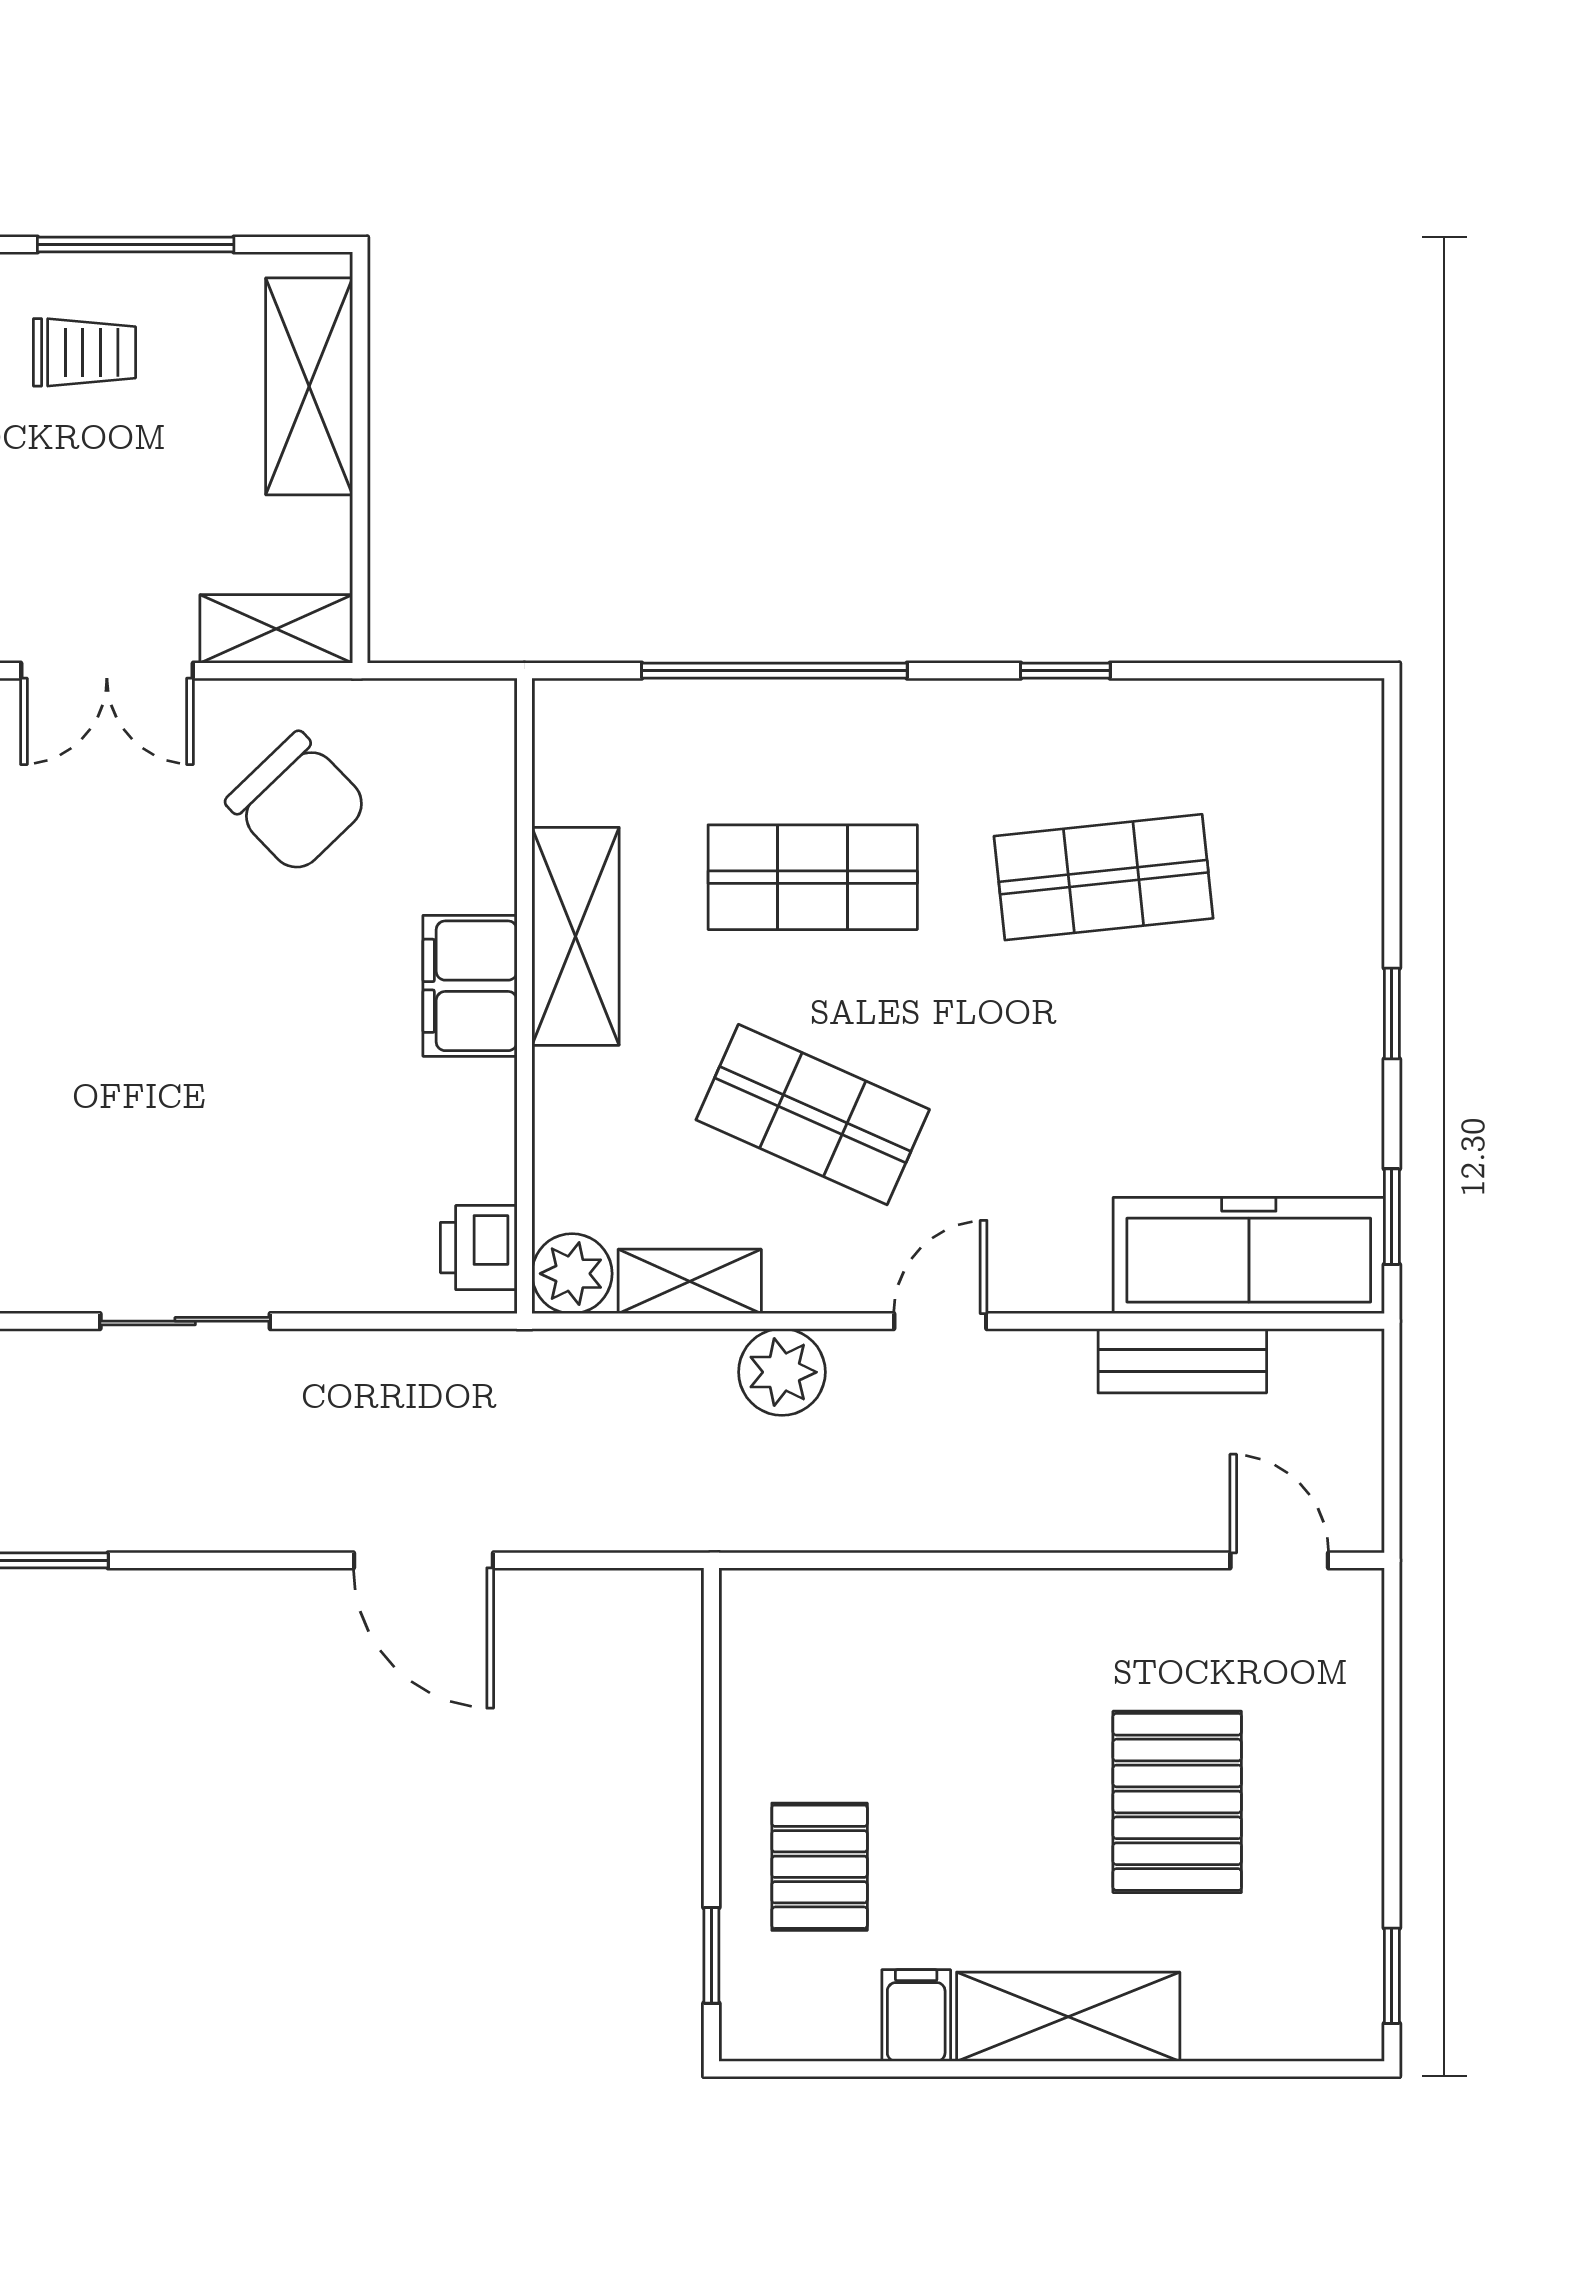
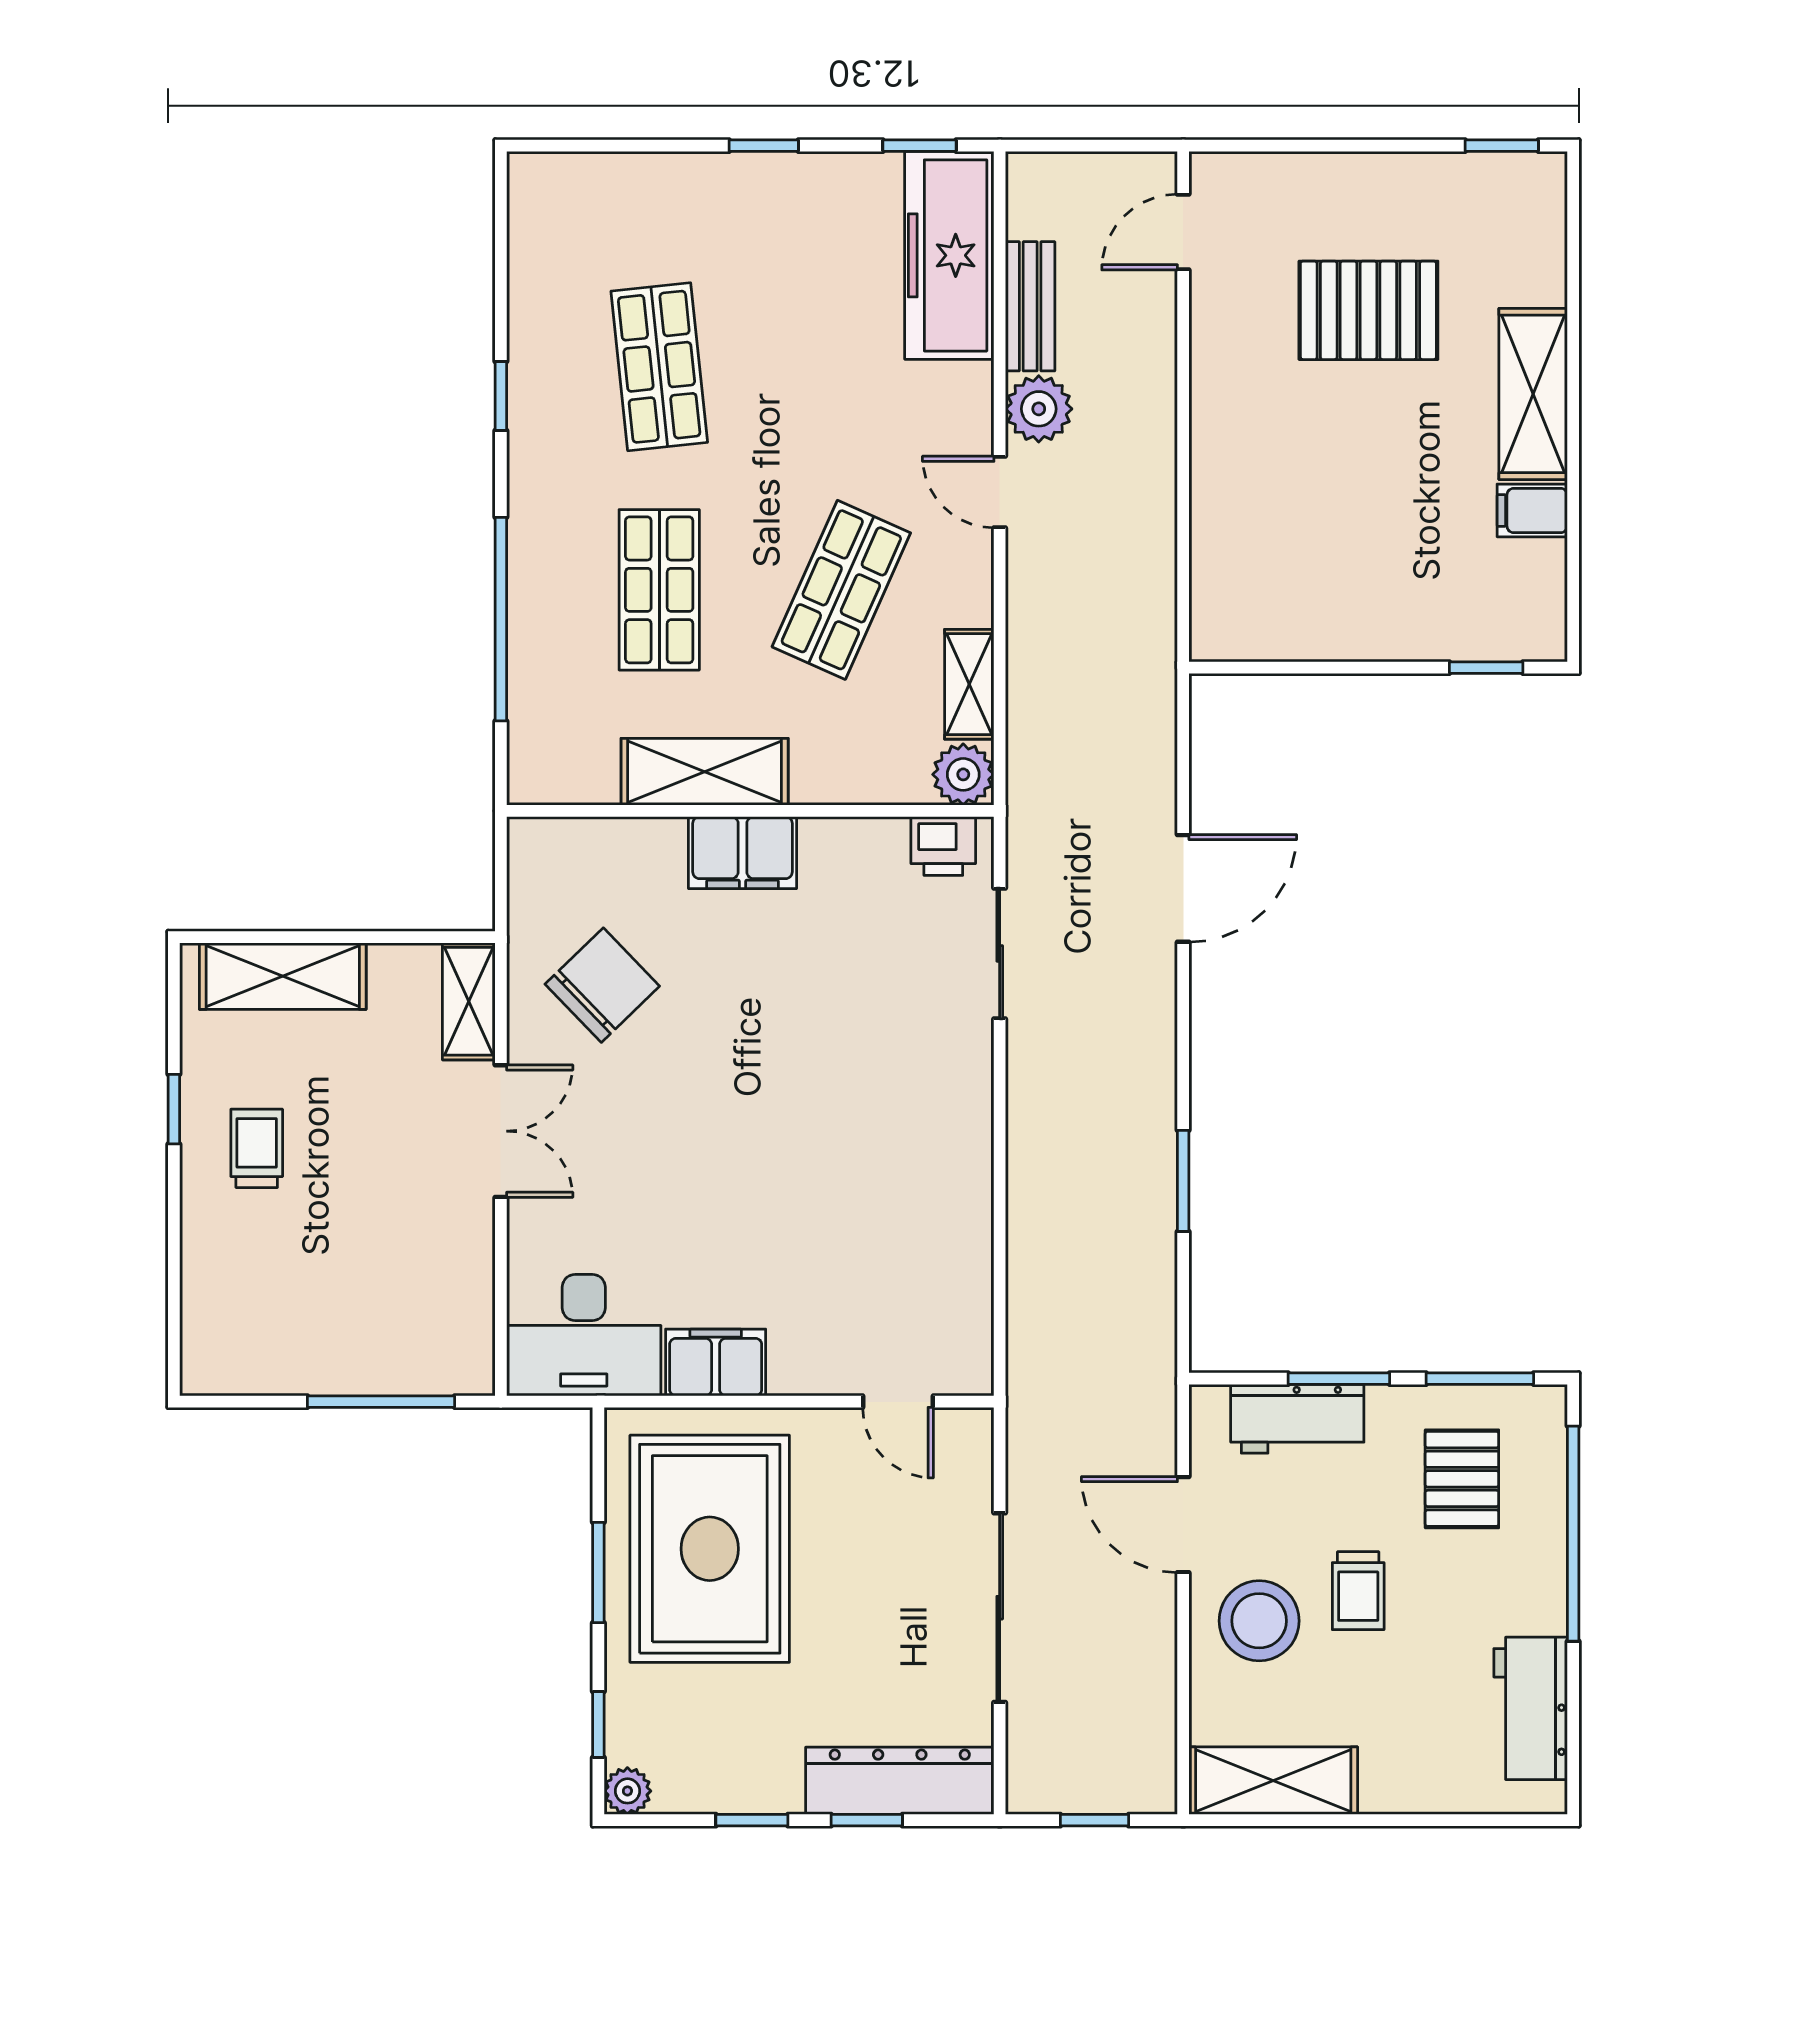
window: (136, 244) -> (174, 1109), width x0.46
sliding door: (185, 1321) -> (1000, 953), moved
plant: (782, 1372) -> (1039, 409), moved
pallet: (820, 1867) -> (1418, 585), removed

